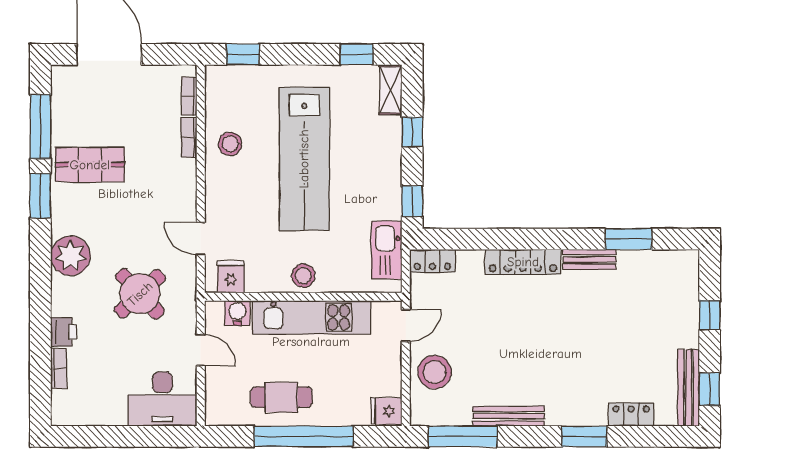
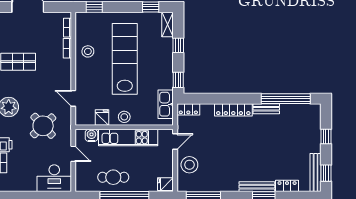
lab bench: (304, 159) -> (125, 59), turned 180
window: (629, 239) -> (286, 99), width x2.11
fridge: (231, 277) -> (102, 117), moved
bench: (509, 416) -> (257, 187), moved

